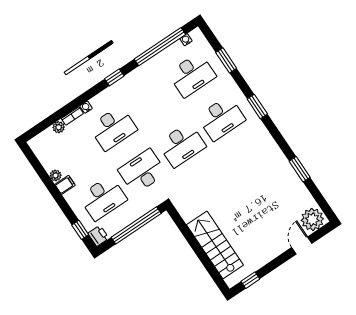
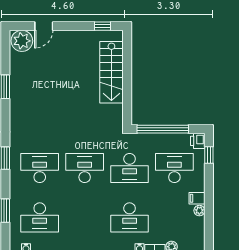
desk: (192, 75) -> (40, 217), turned 180
desk: (113, 128) -> (130, 217), turned 180

